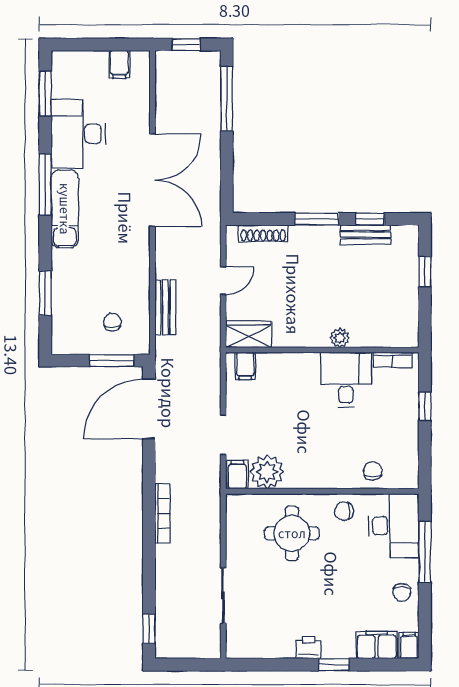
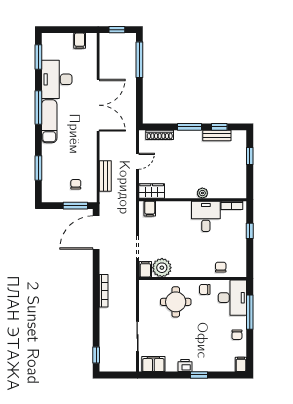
filing cabinet: (377, 645) -> (153, 364), moved

